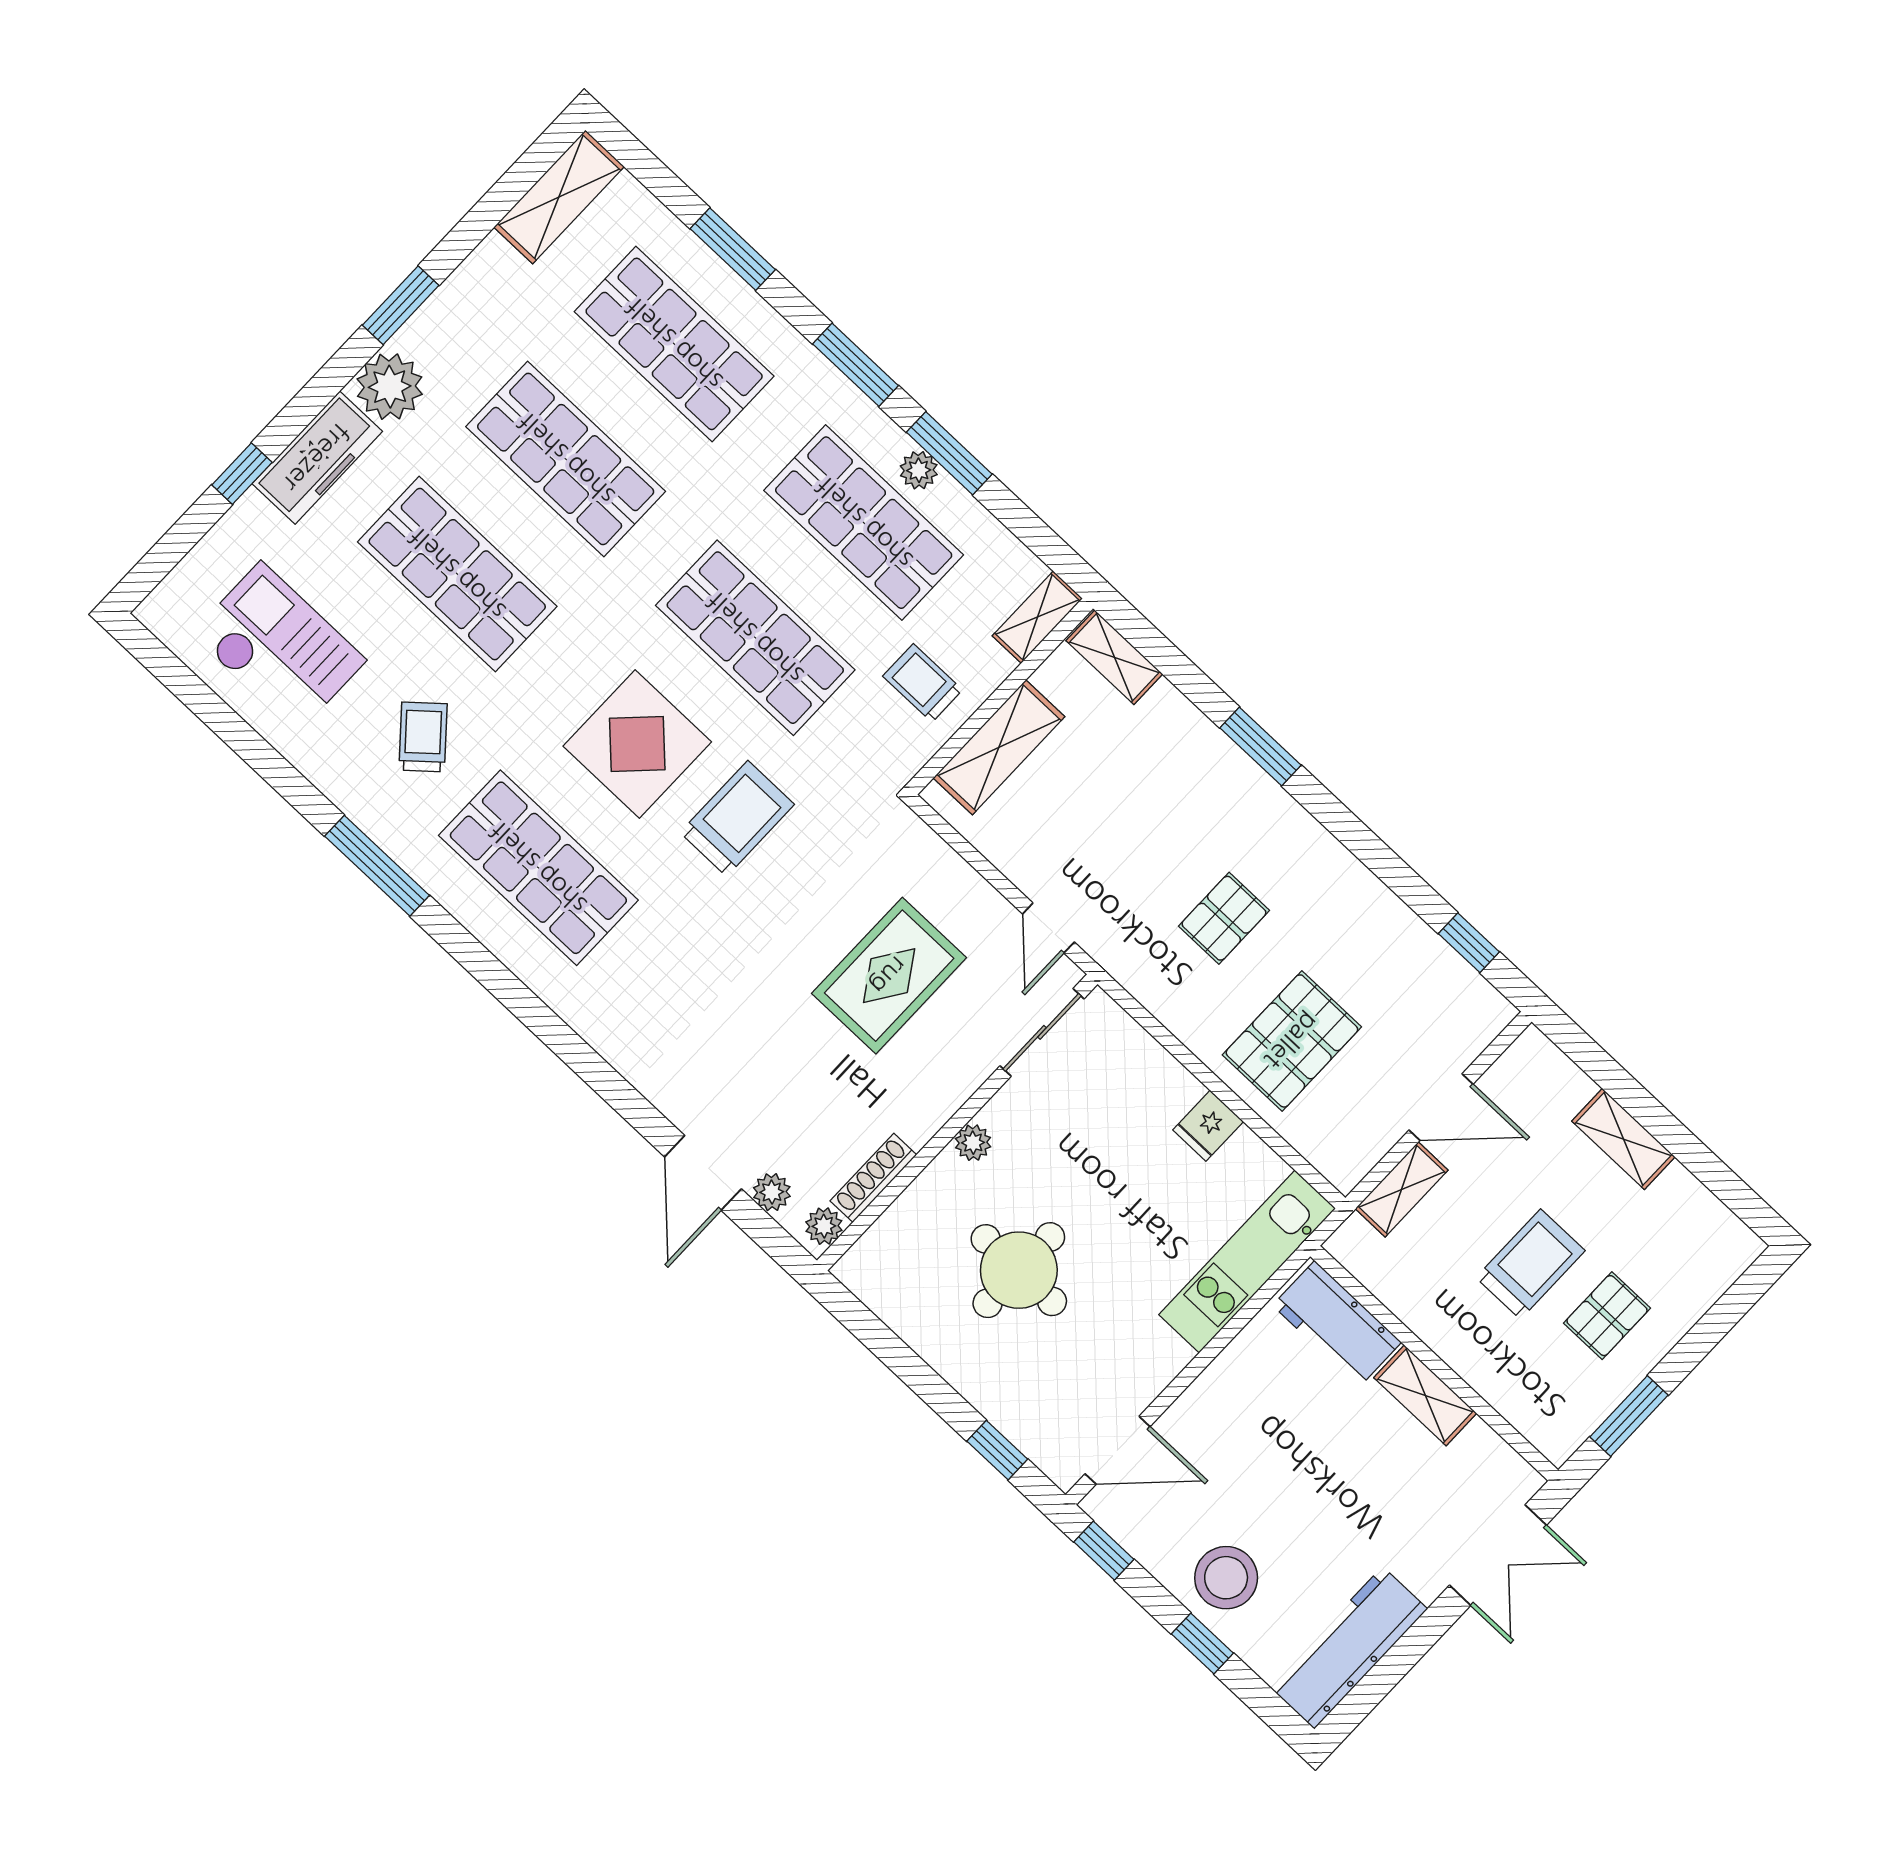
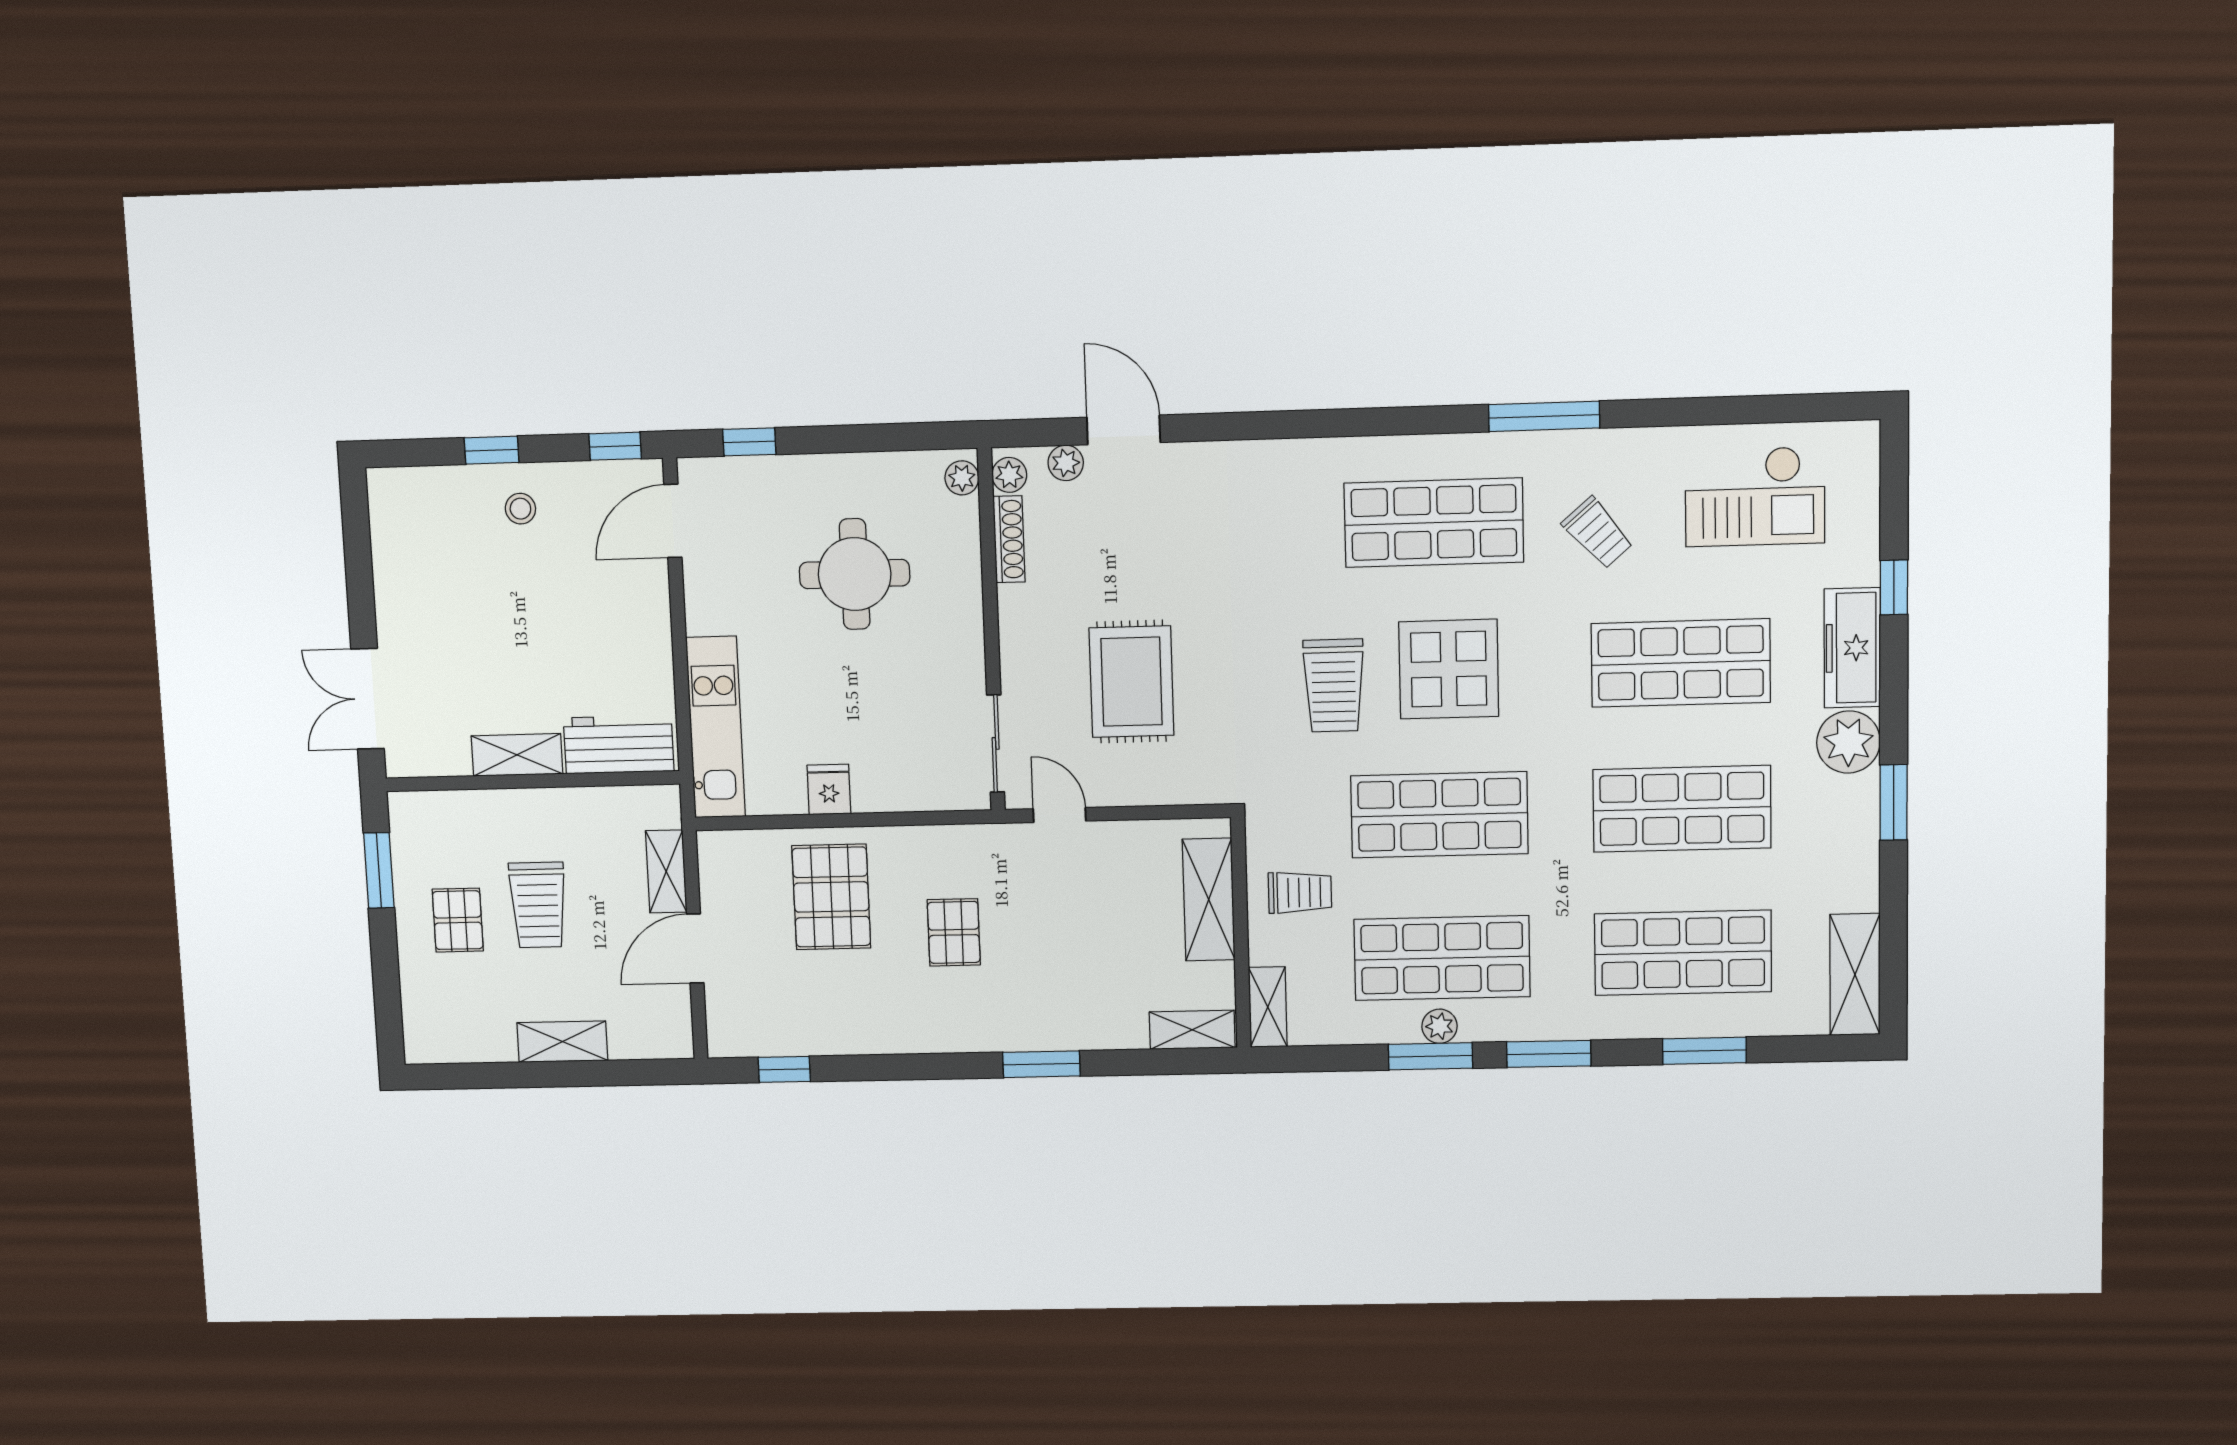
plant: (973, 1143) -> (962, 478), moved
stool: (1226, 1578) -> (520, 509), width x0.53, depth x0.53
workbench: (1348, 1648) -> (398, 543), removed

